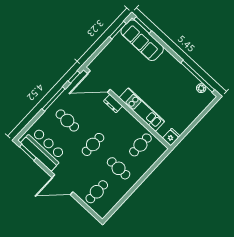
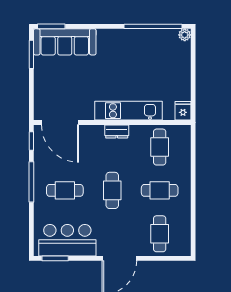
door: (99, 81) -> (60, 122), hinge flipped
plant: (201, 88) -> (185, 35), moved
dresser: (113, 104) -> (117, 131), moved

